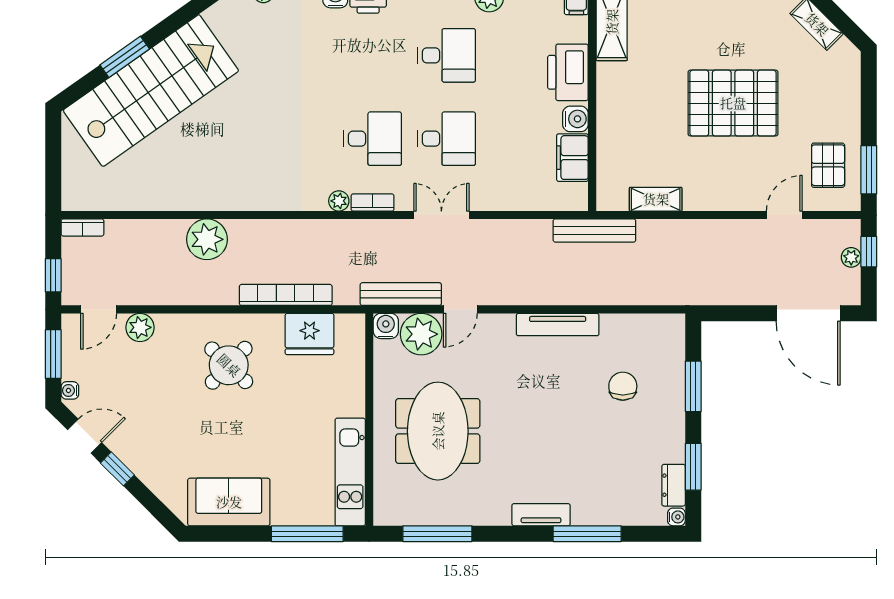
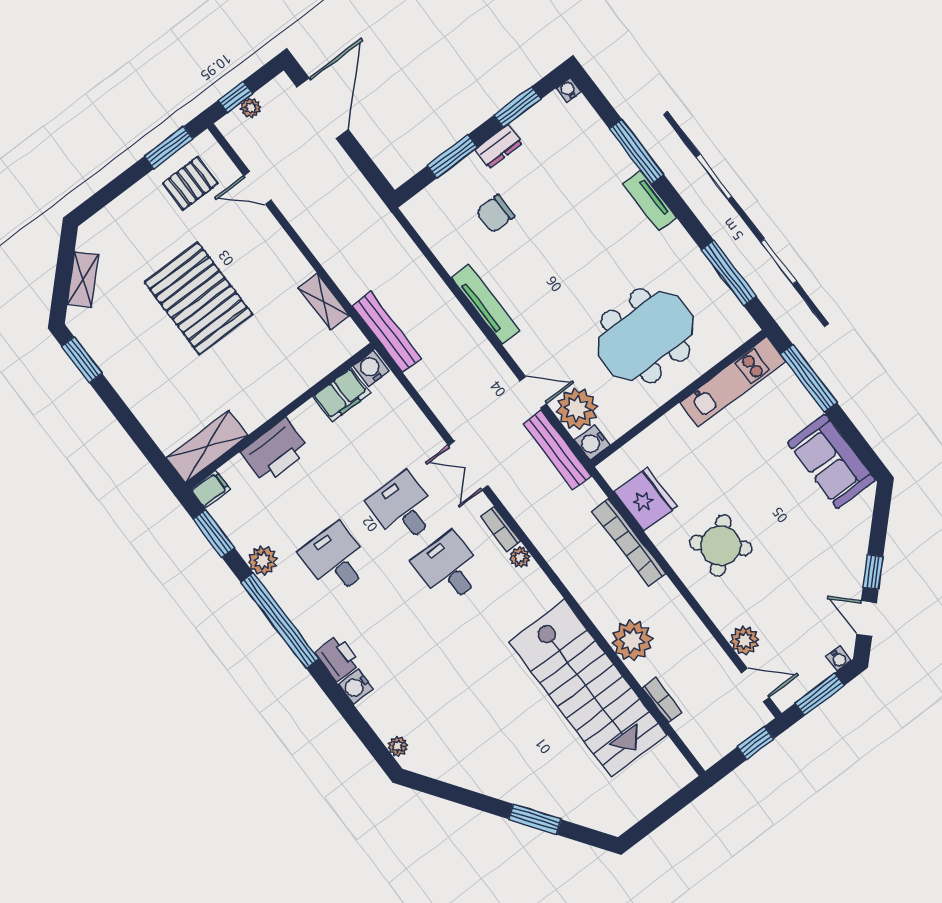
stairs: (151, 91) -> (588, 688), moved, turned -145
water cooler: (575, 119) -> (371, 369), moved
bookcase: (82, 227) -> (662, 700), moved
dresser: (674, 485) -> (499, 146), moved

